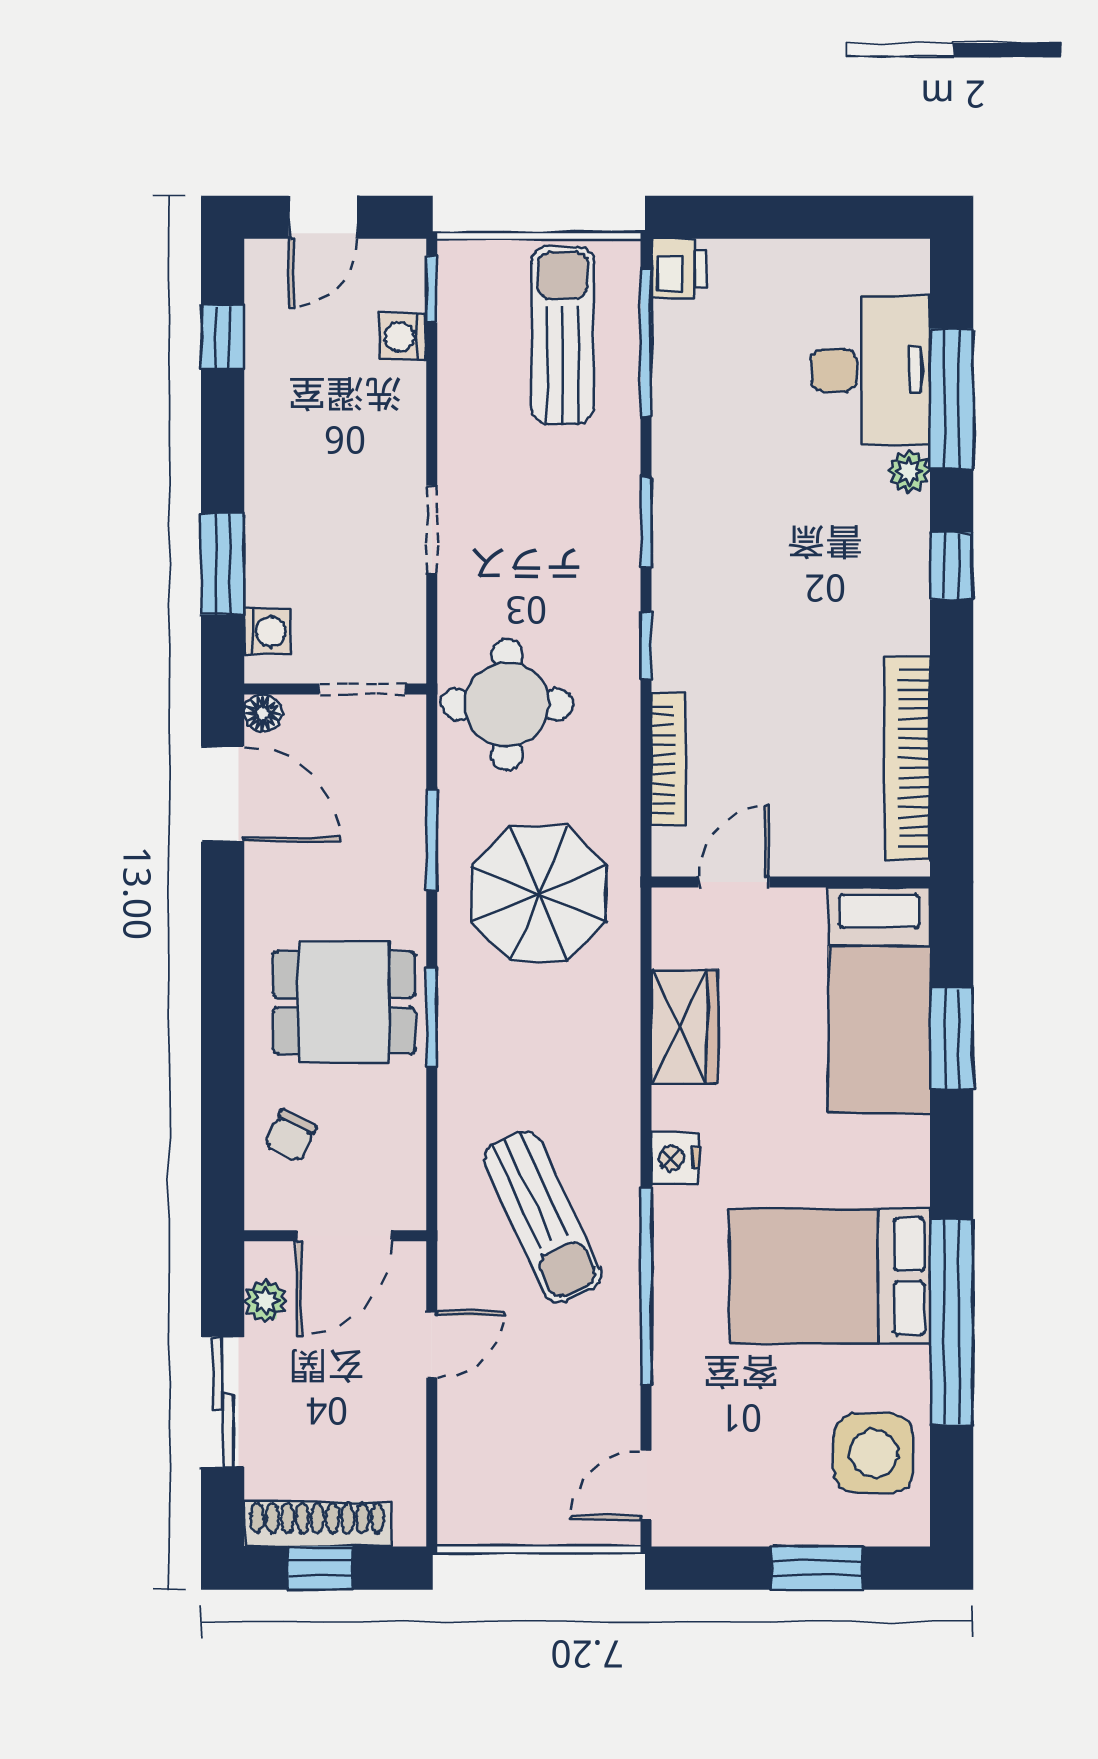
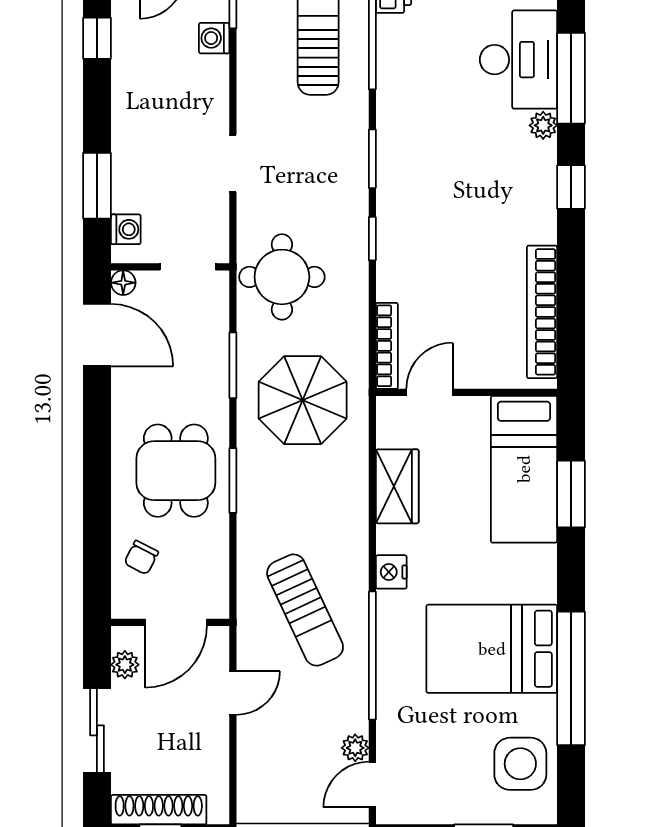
bookcase: (668, 759) -> (387, 346), moved
dining table: (344, 1002) -> (176, 471), turned 90
plant: (620, 1429) -> (355, 748), added

